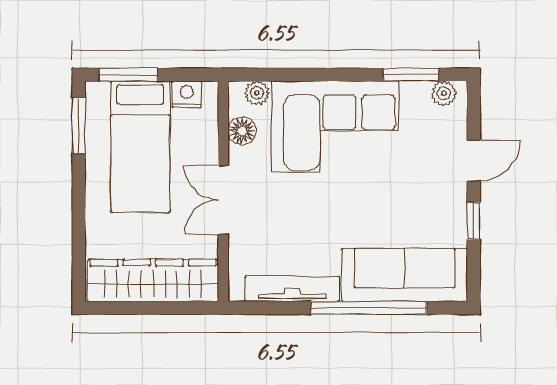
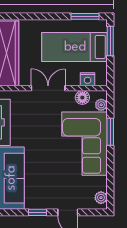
window: (411, 75) -> (110, 132), moved
nightstand: (187, 94) -> (88, 79), moved, turned 90

